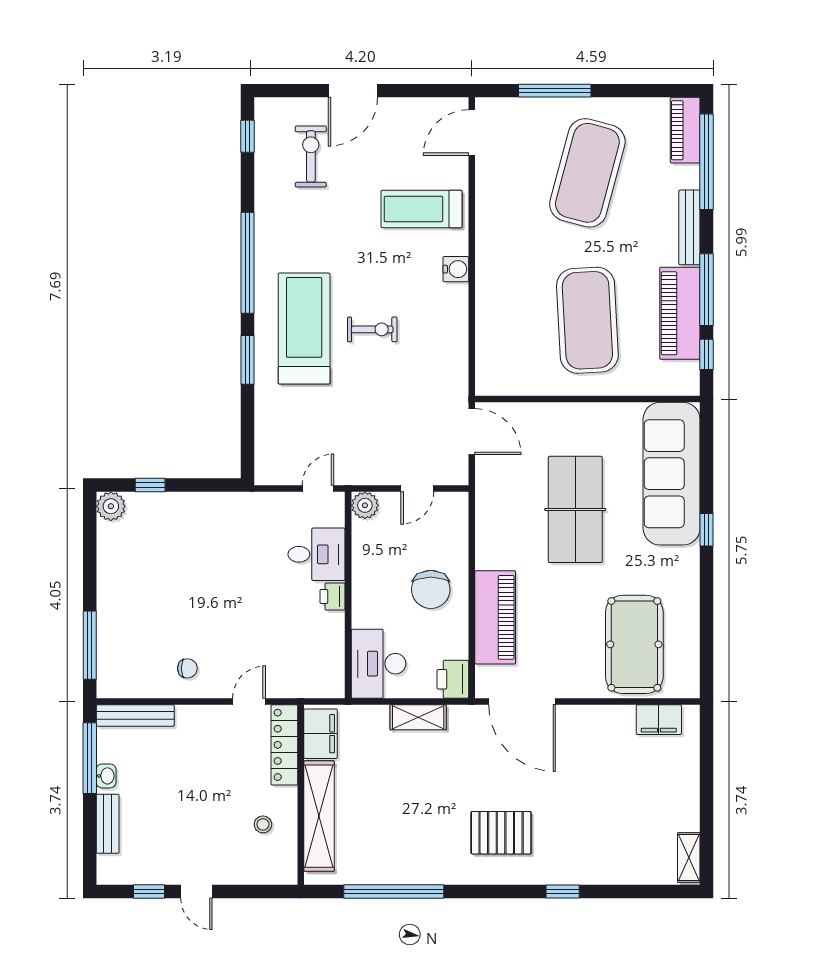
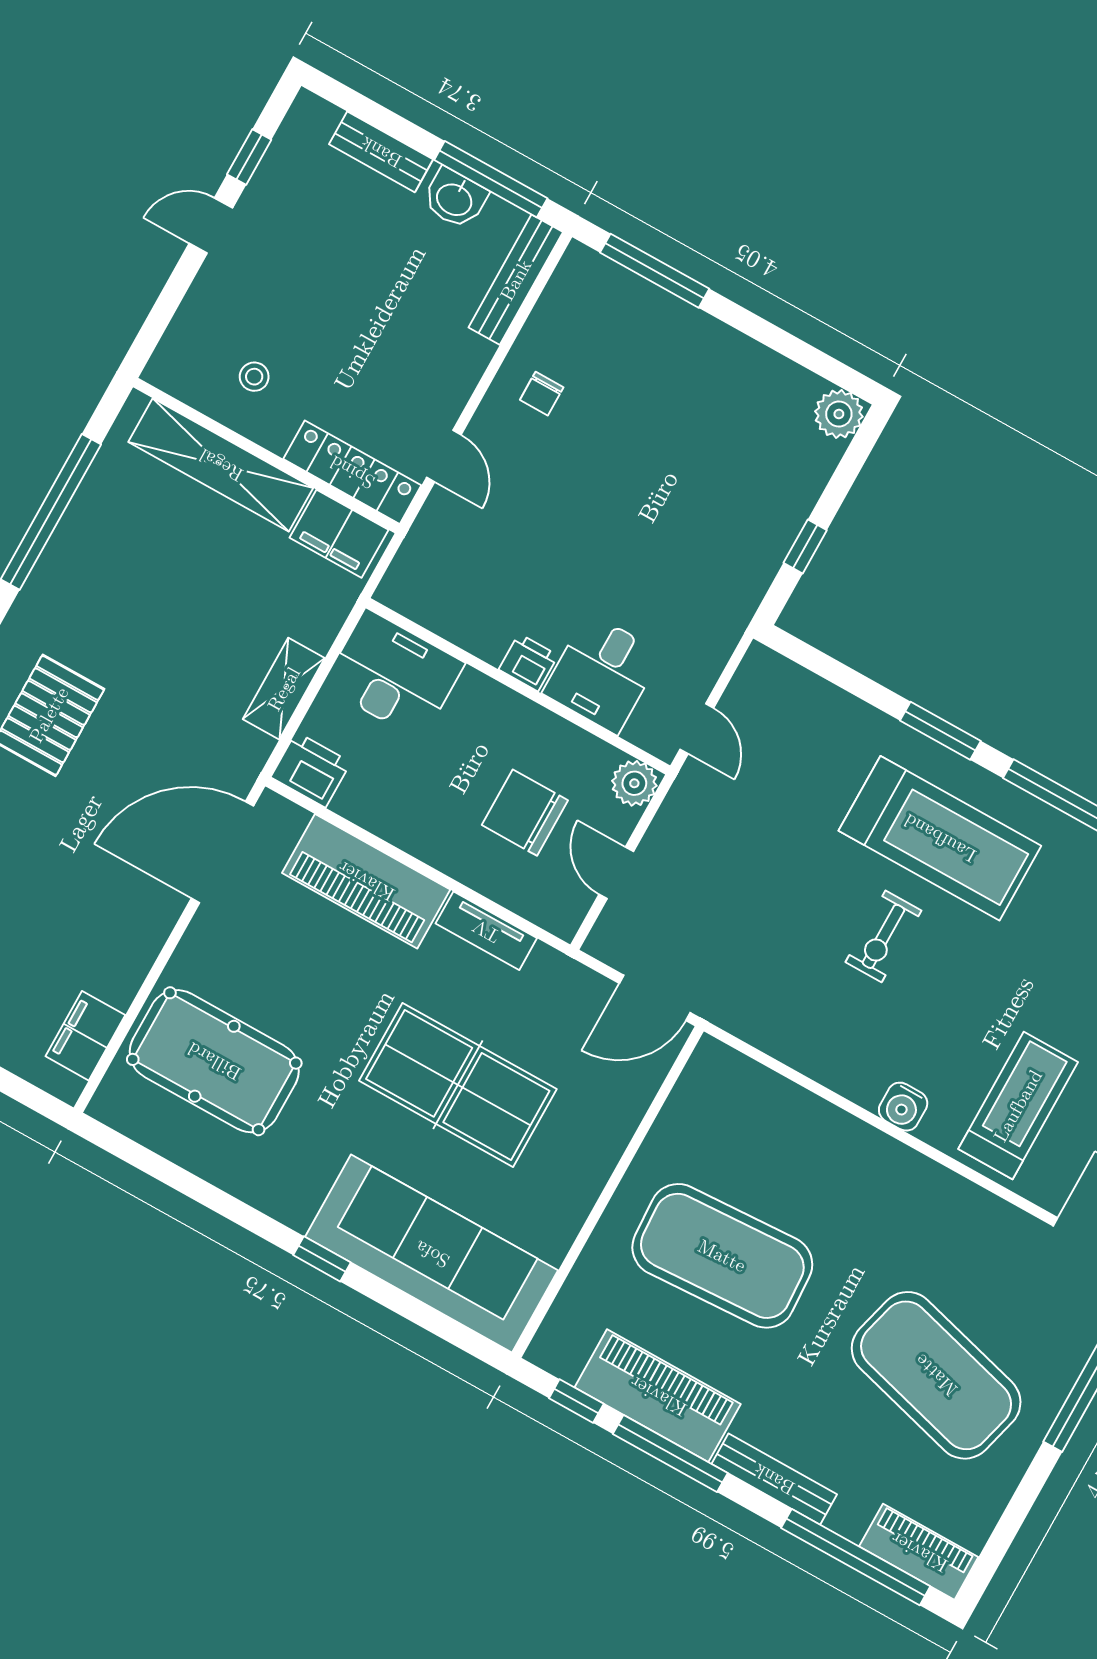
window: (150, 485) -> (805, 547), moved
tv unit: (486, 540) -> (486, 931), added
chair: (431, 589) -> (525, 813), moved
washbasin: (106, 776) -> (455, 199), width x1.38, depth x1.45

